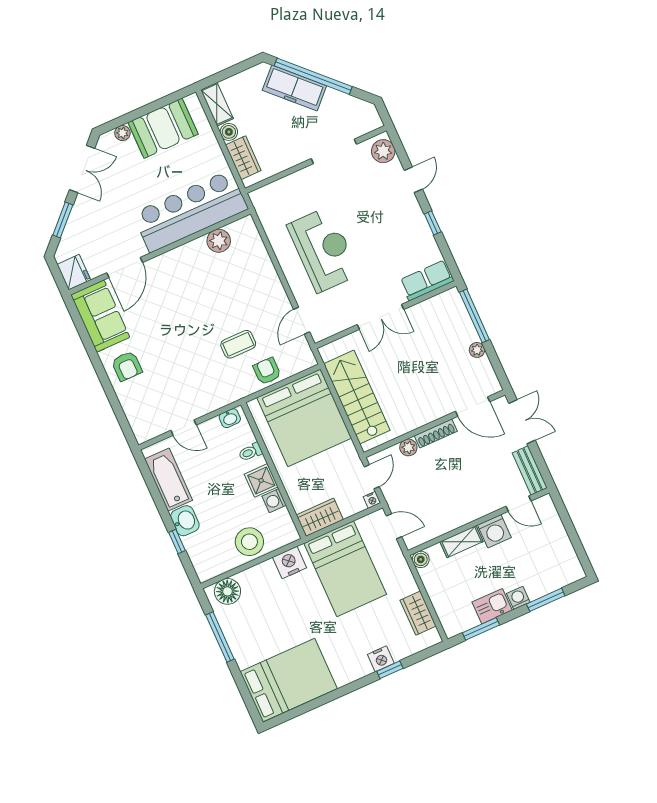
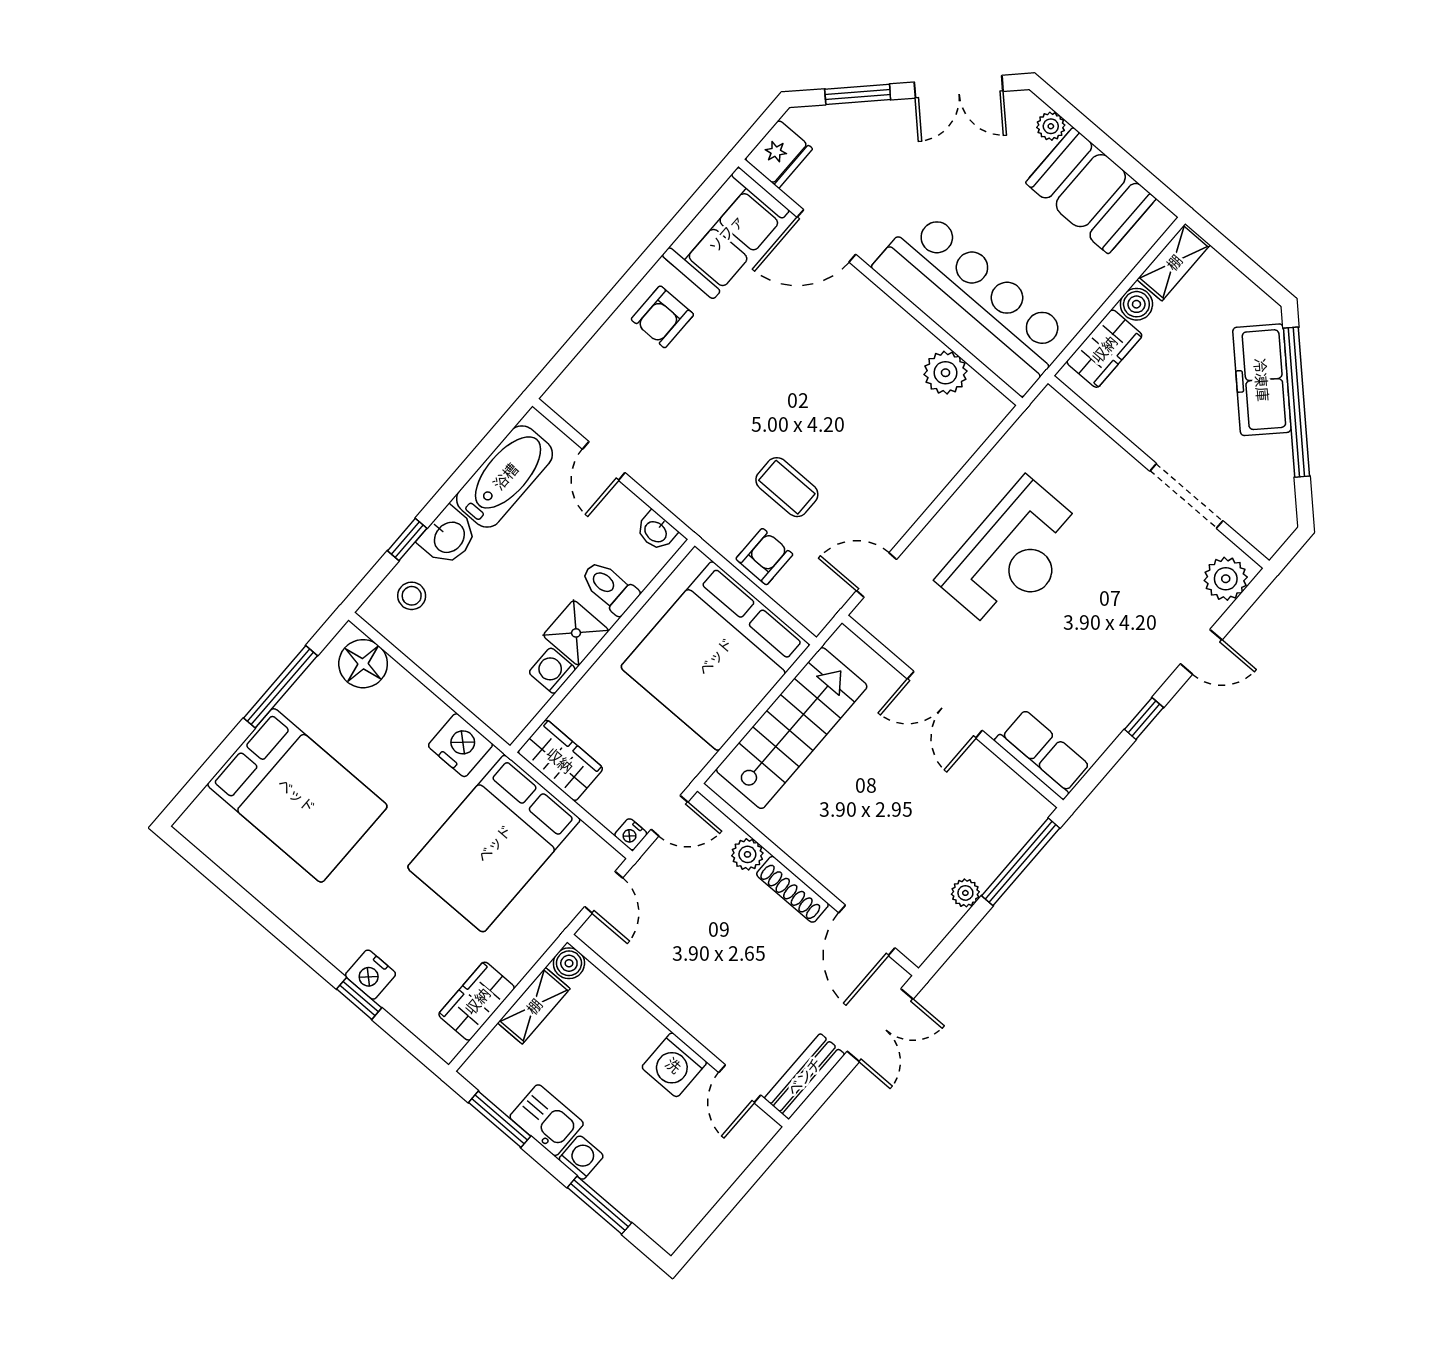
toilet: (250, 452) -> (609, 587), width x1.37, depth x1.39
stool: (249, 542) -> (412, 596), moved, width x0.53, depth x0.53
shelving: (462, 542) -> (534, 1006), moved, turned 90
bed: (289, 680) -> (297, 795), moved

